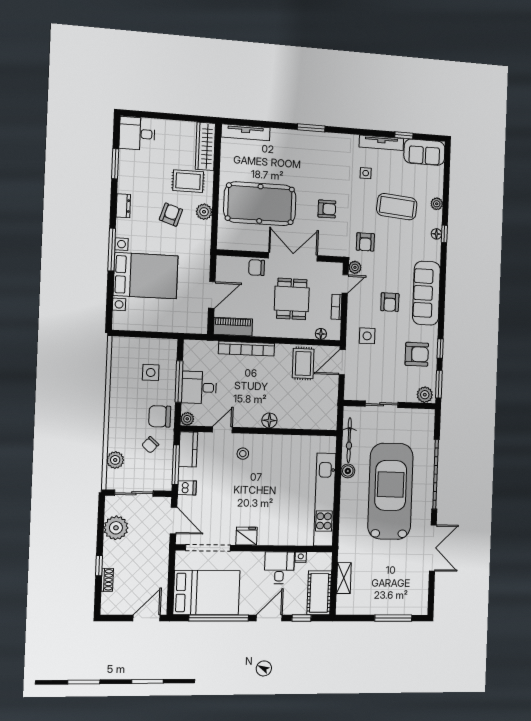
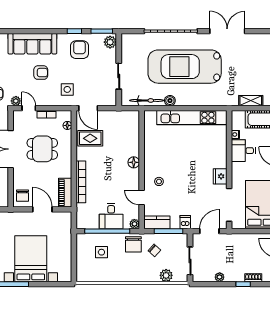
chair: (257, 268) -> (23, 196), moved
window: (179, 381) -> (107, 231), width x1.46
plant: (116, 528) -> (220, 277), width x0.53, depth x0.53

